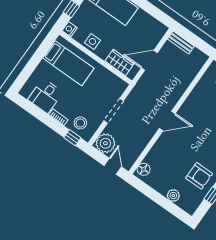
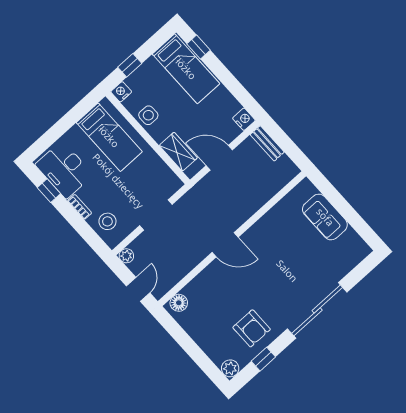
nightstand: (161, 29) -> (244, 119), added
desk: (45, 96) -> (64, 170), width x1.37
window: (72, 138) -> (49, 191), moved
plant: (105, 143) -> (126, 256), width x0.53, depth x0.53
plant: (173, 196) -> (230, 368), moved

